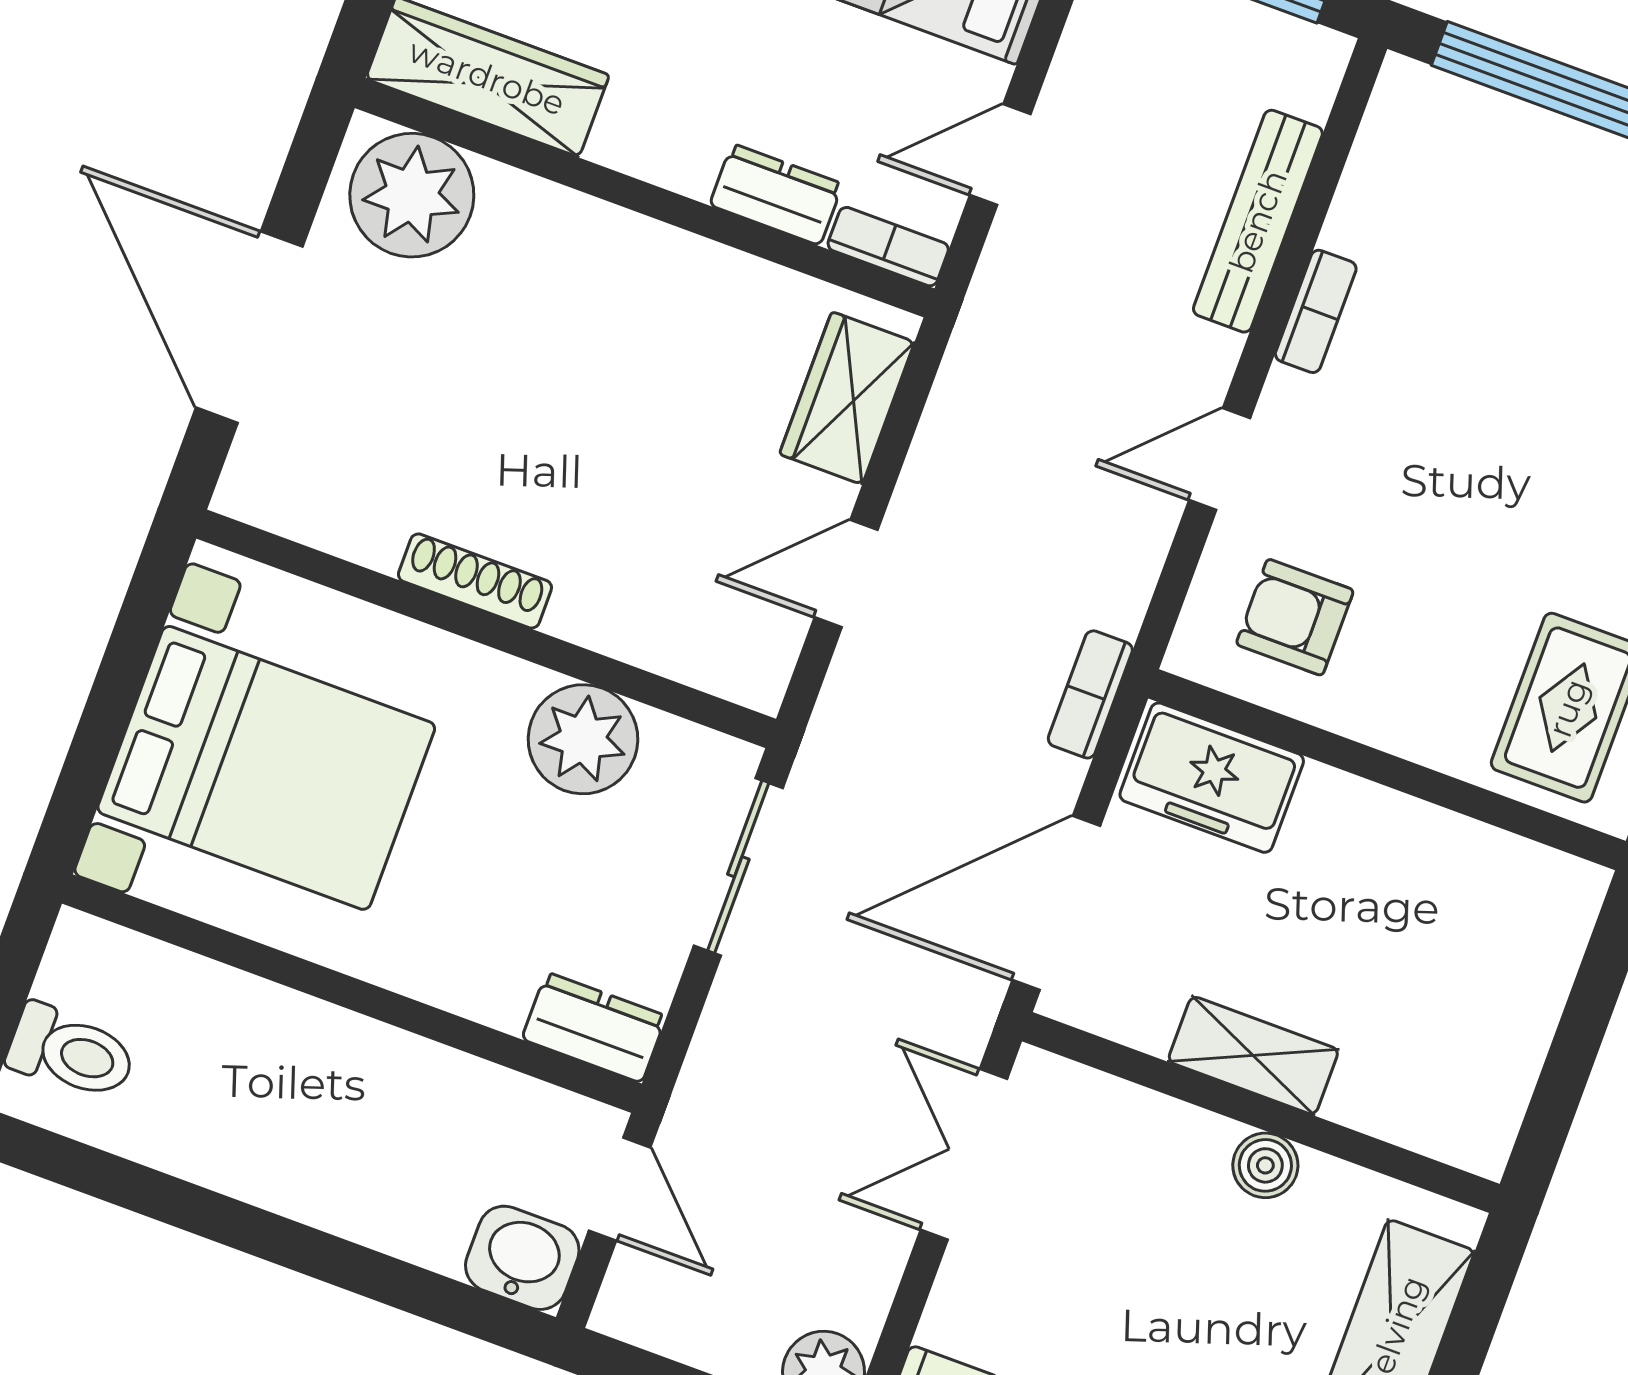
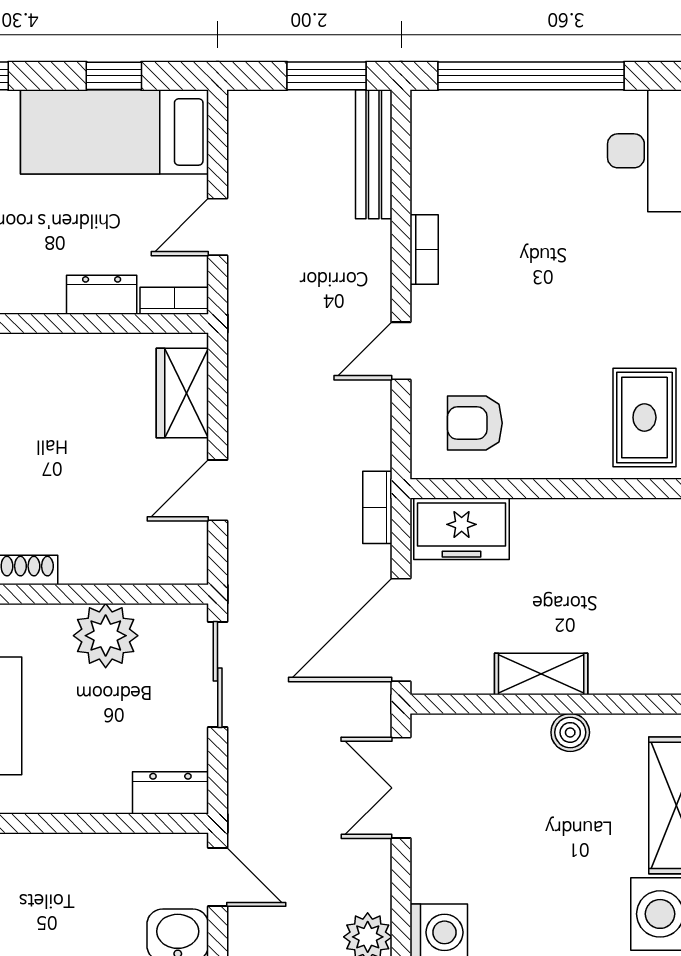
bench: (1258, 221) -> (374, 154), moved

